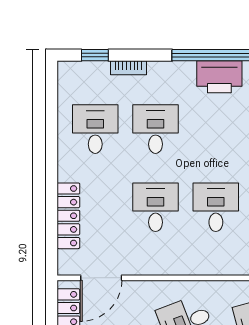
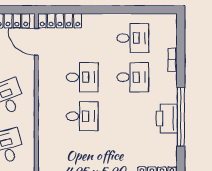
window: (95, 55) -> (181, 38), removed
locker: (68, 216) -> (60, 21), moved

